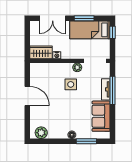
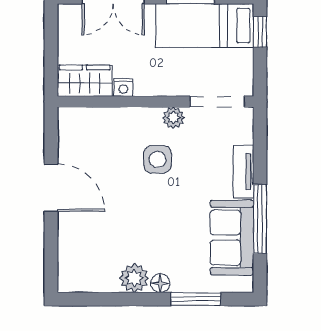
window: (112, 90) -> (260, 219), moved
plant: (41, 133) -> (134, 278), moved

